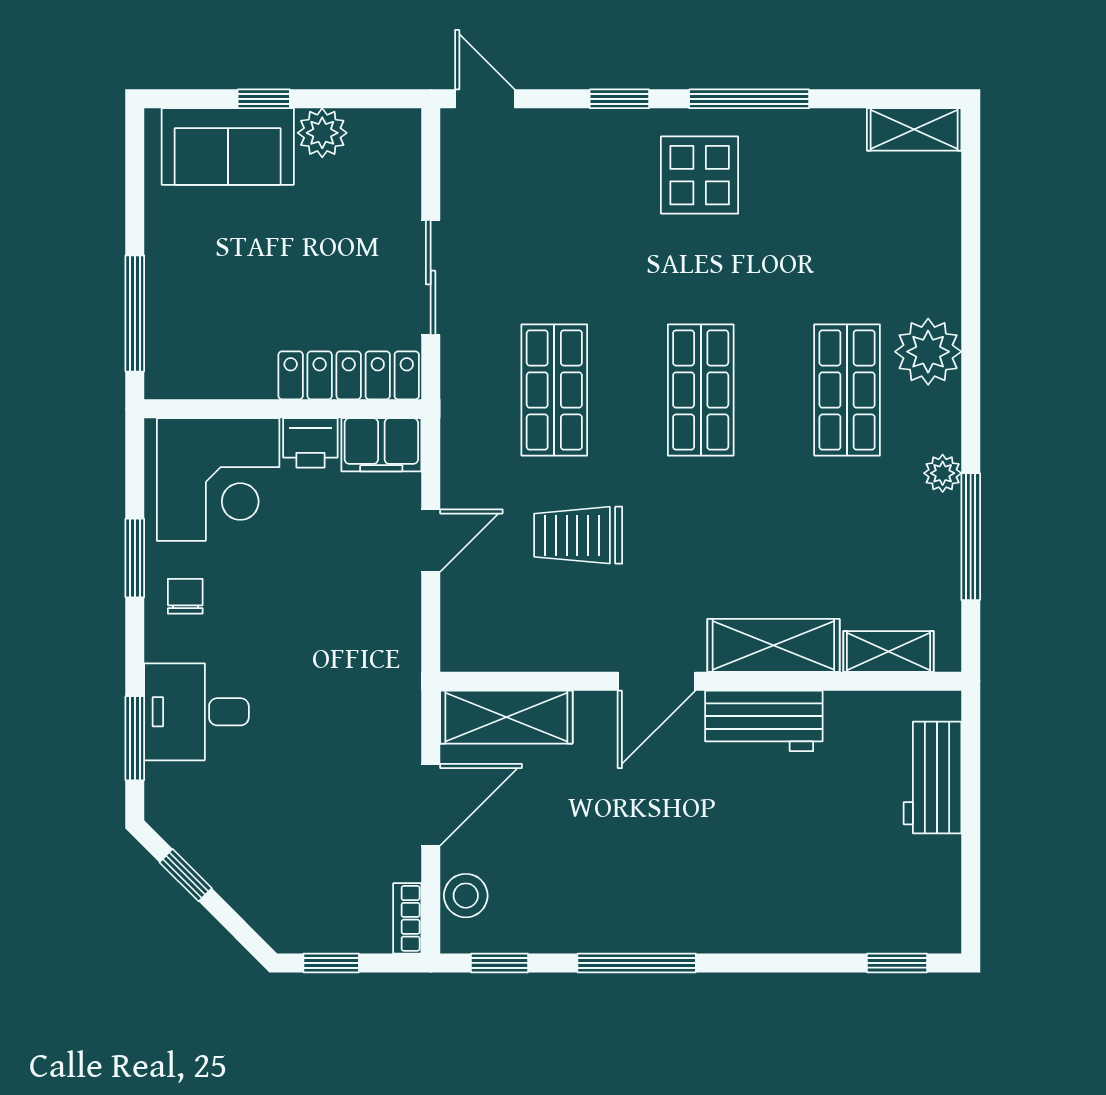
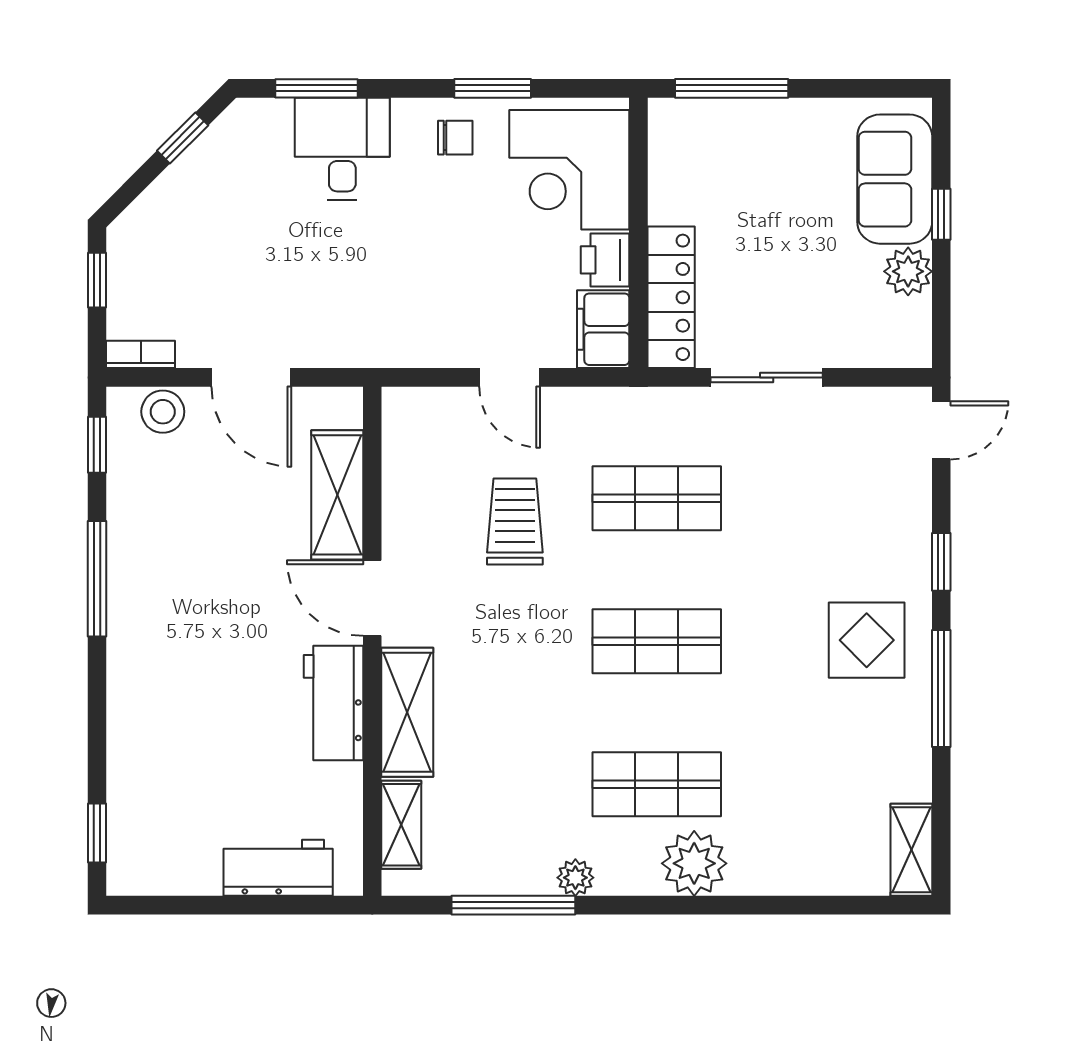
shelving: (506, 717) -> (337, 495), moved

